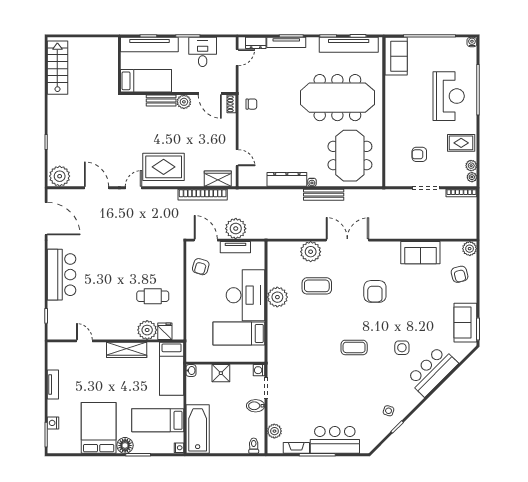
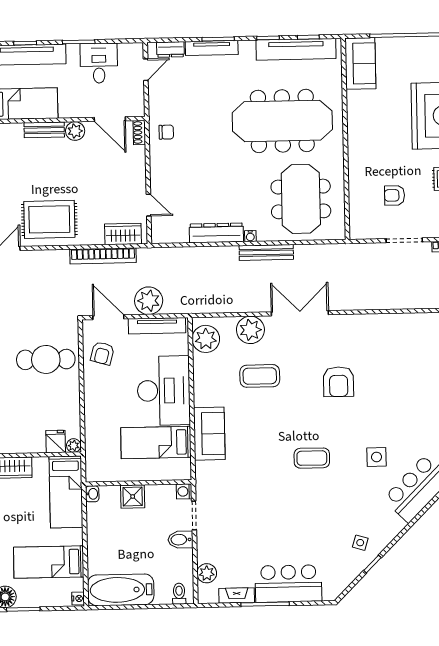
tv unit: (235, 247) -> (157, 326), width x1.41
sofa: (420, 253) -> (209, 434), moved, turned -90
cafe table: (153, 296) -> (46, 359), moved, width x1.37, depth x1.35
plant: (277, 297) -> (206, 339), moved
plant: (147, 330) -> (74, 446), moved, width x0.53, depth x0.53
bathtub: (198, 429) -> (121, 590), moved, turned -90

